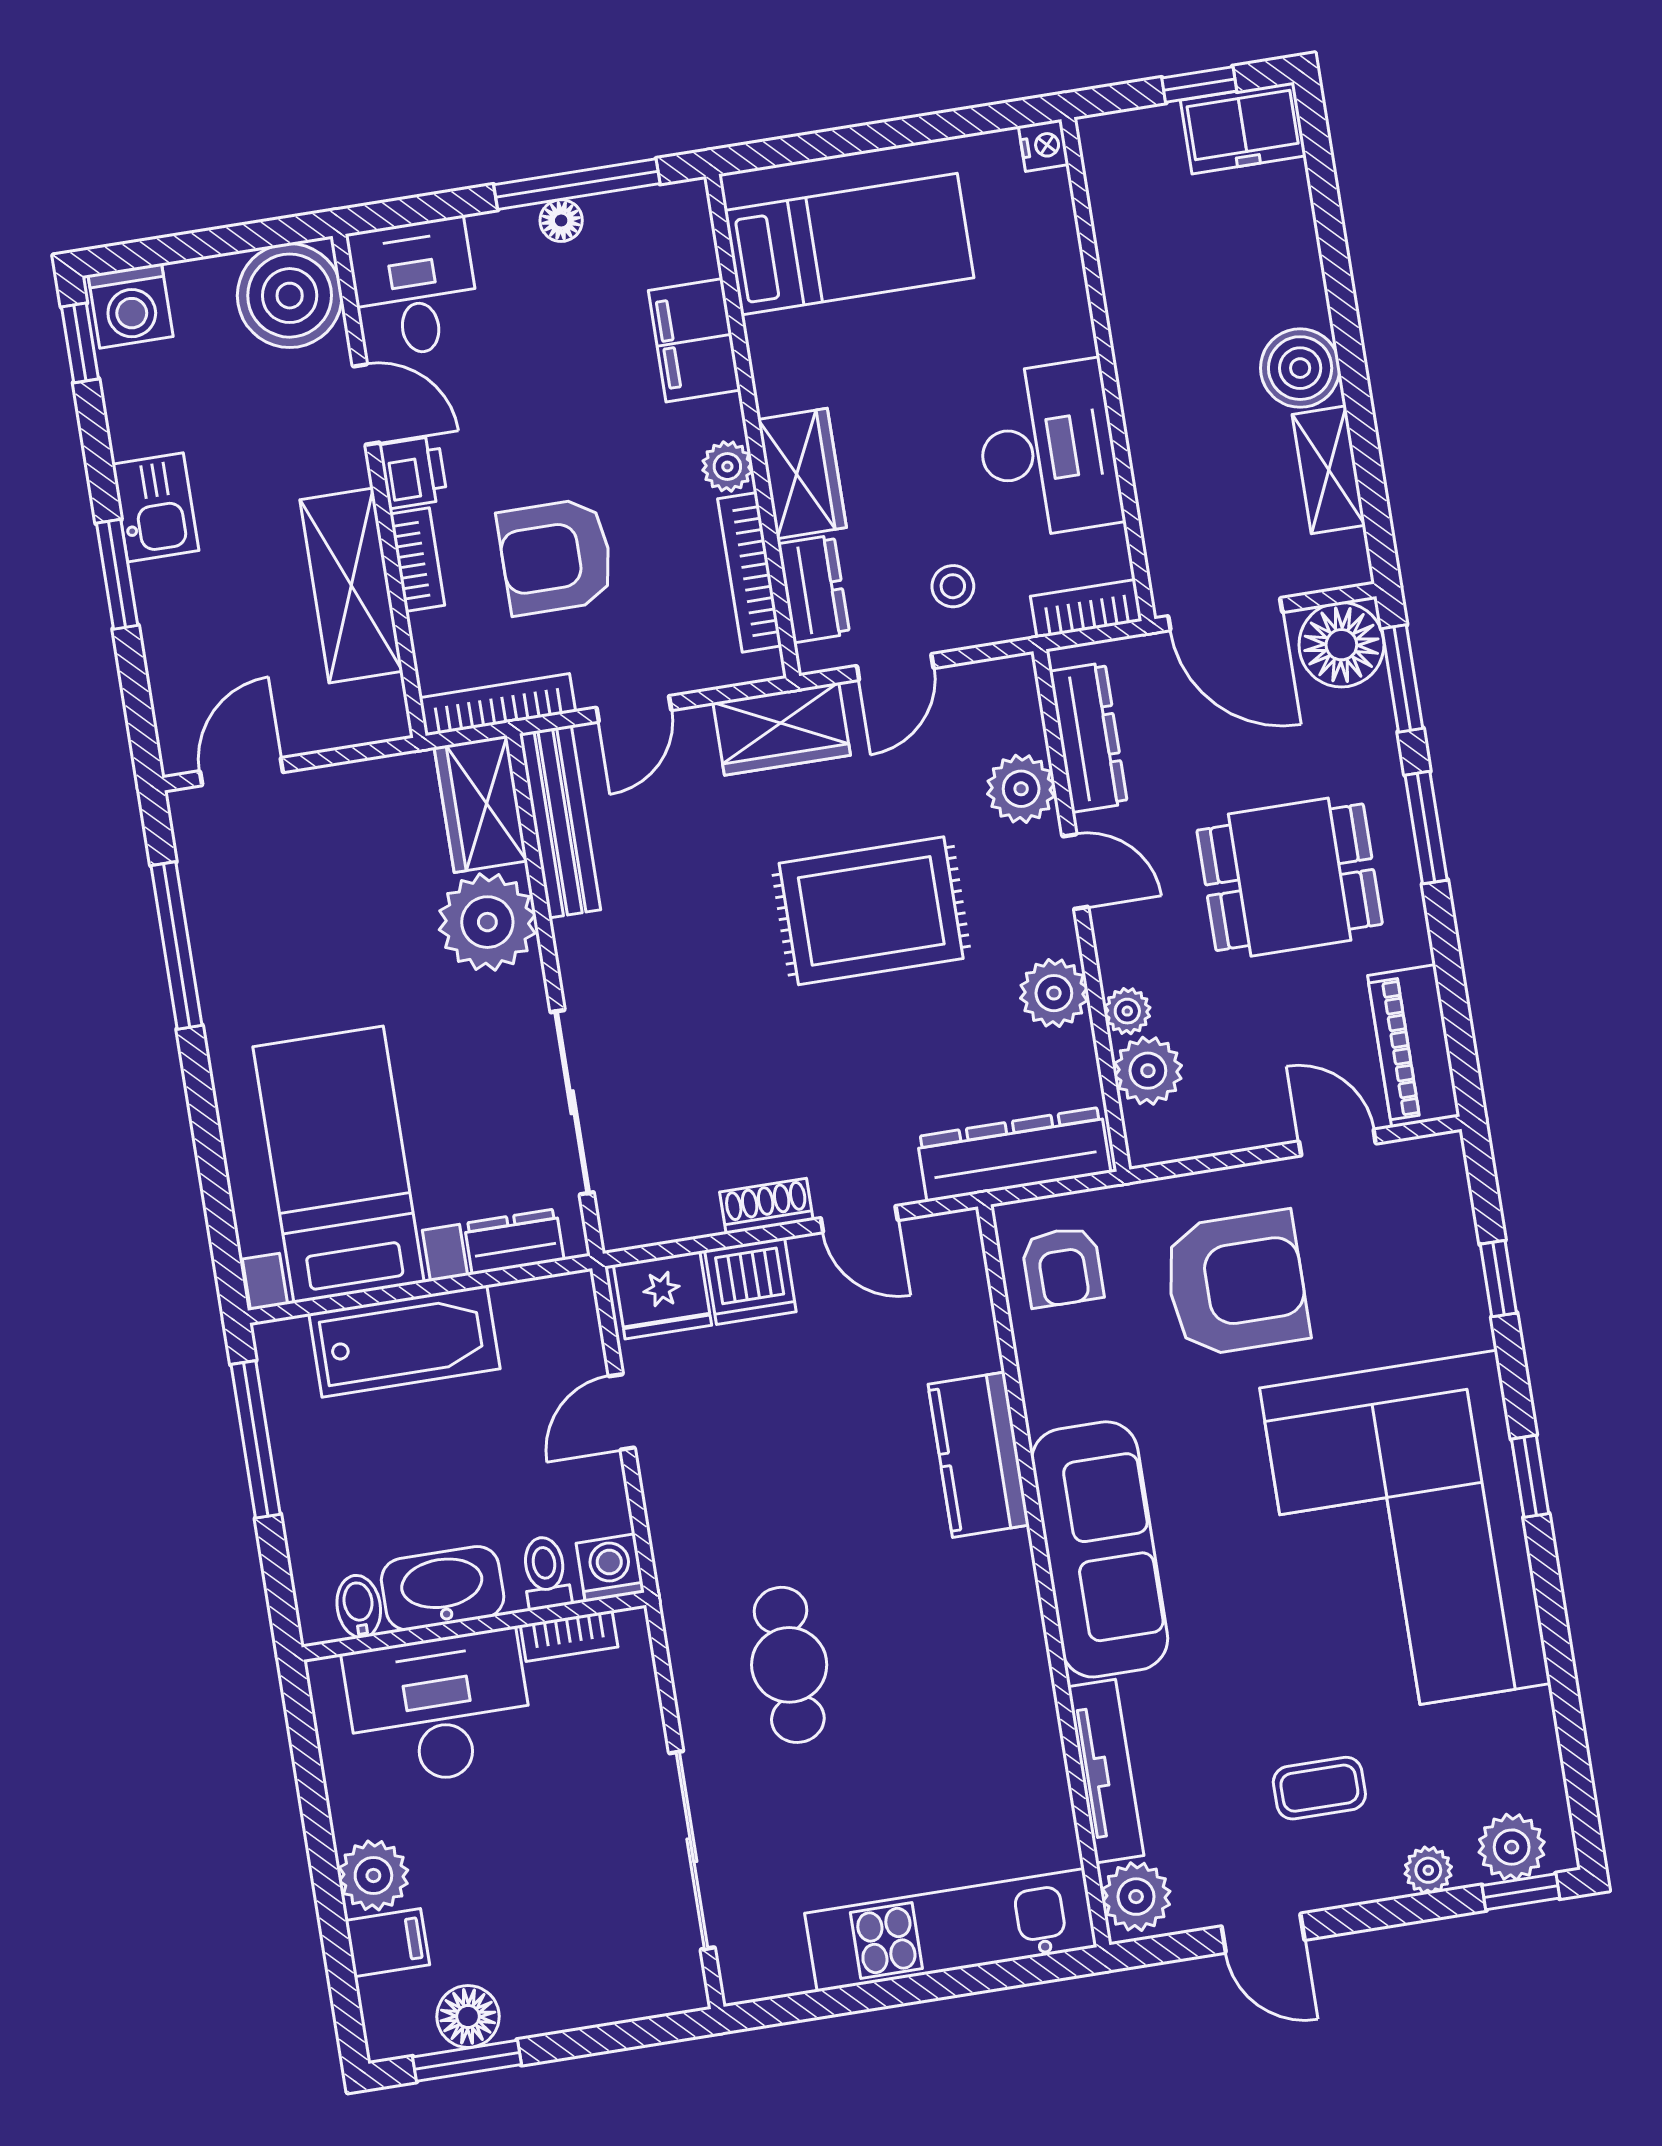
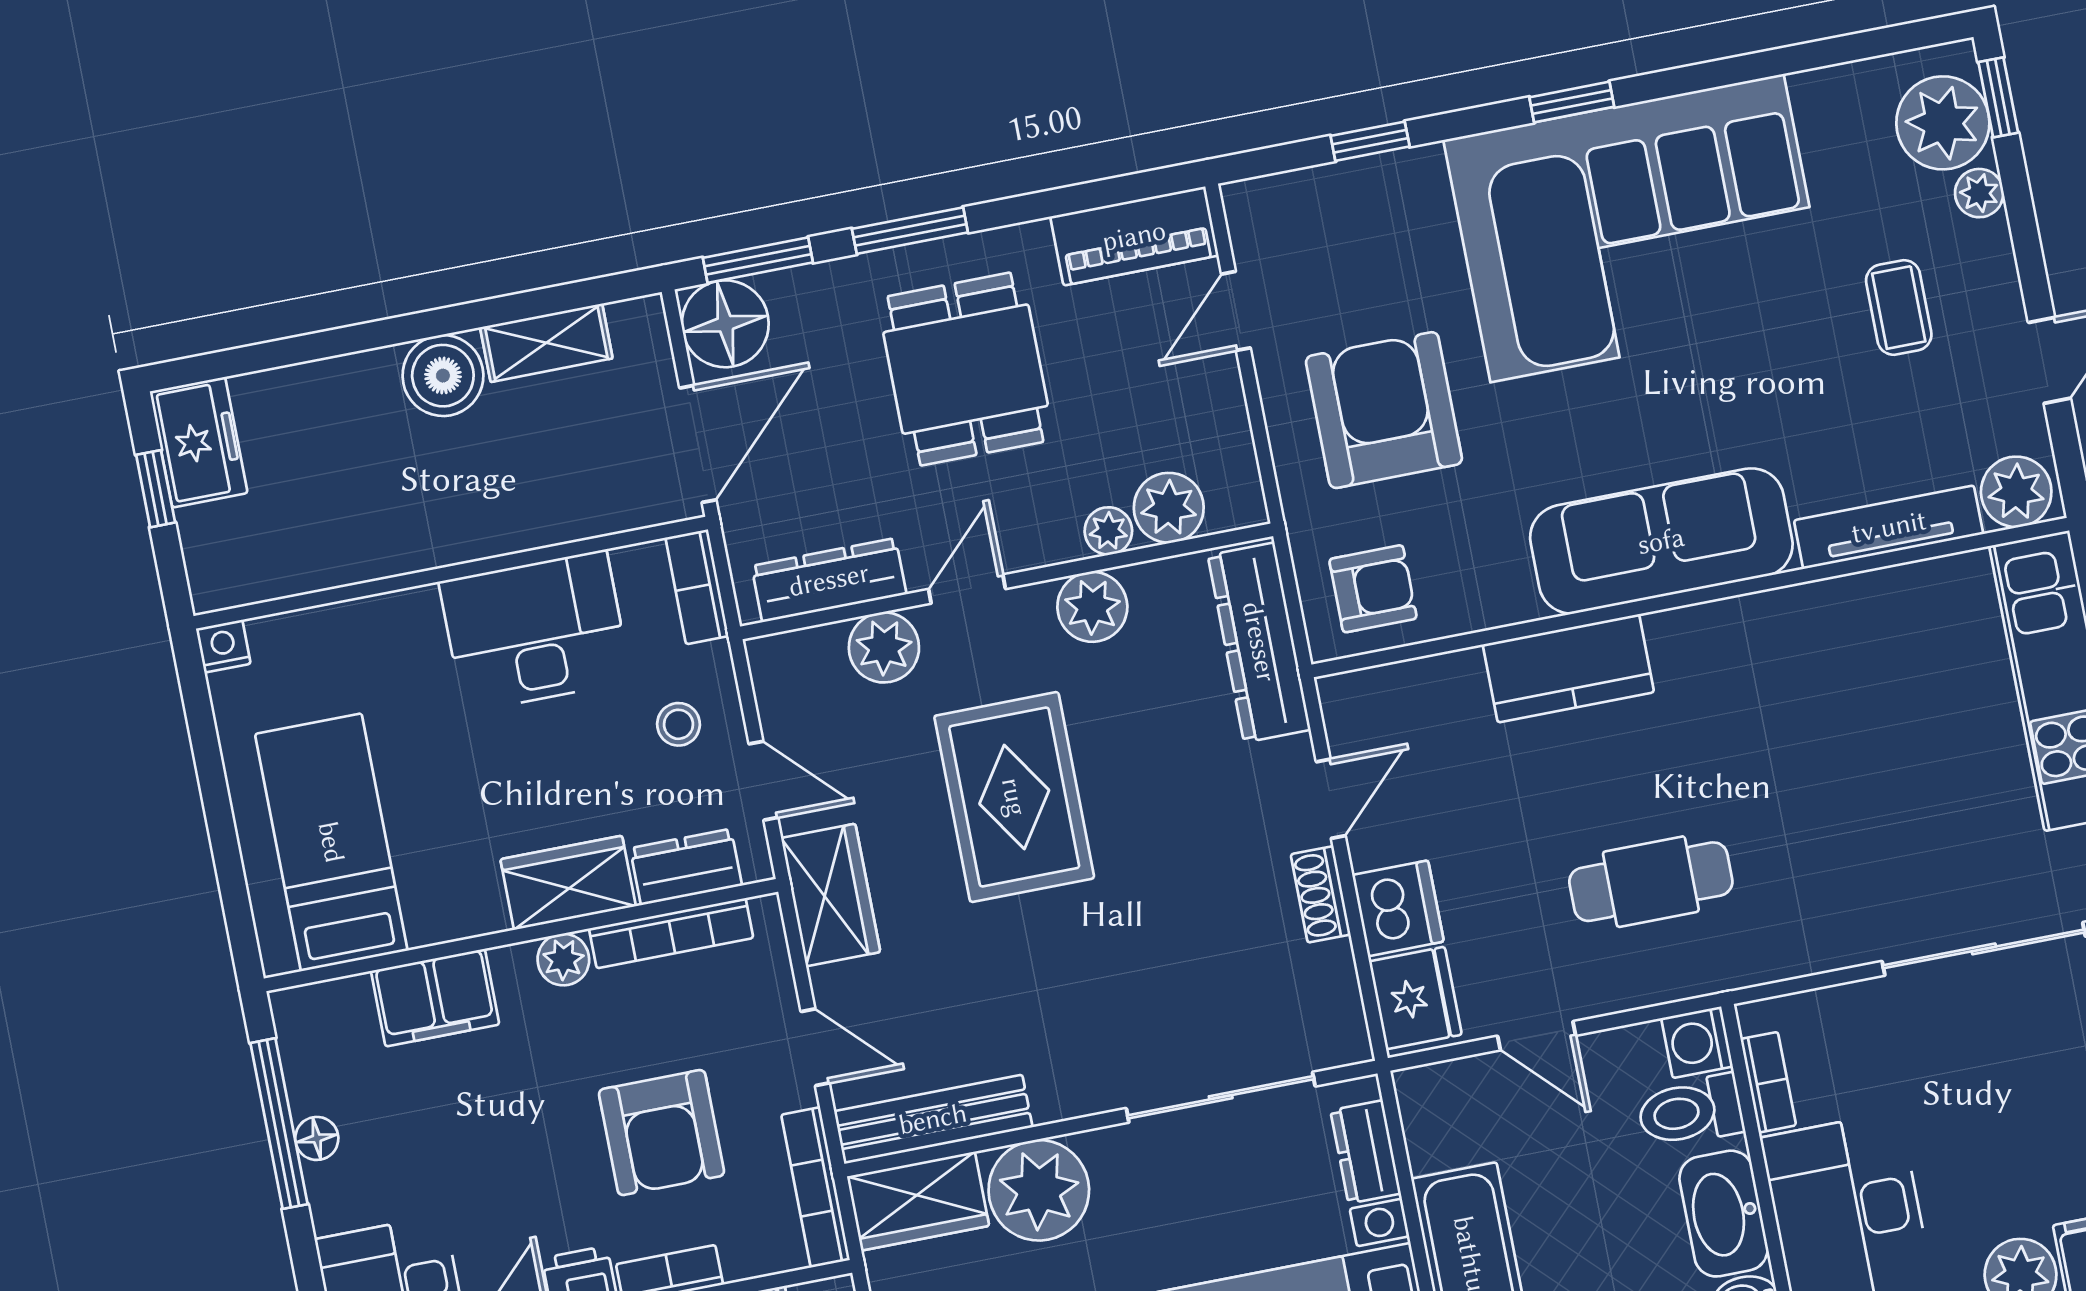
toilet: (546, 1573) -> (1690, 1111), width x1.37, depth x1.39
cafe table: (789, 1665) -> (1651, 882), moved
plant: (1512, 1847) -> (1943, 123), width x1.36, depth x1.36

